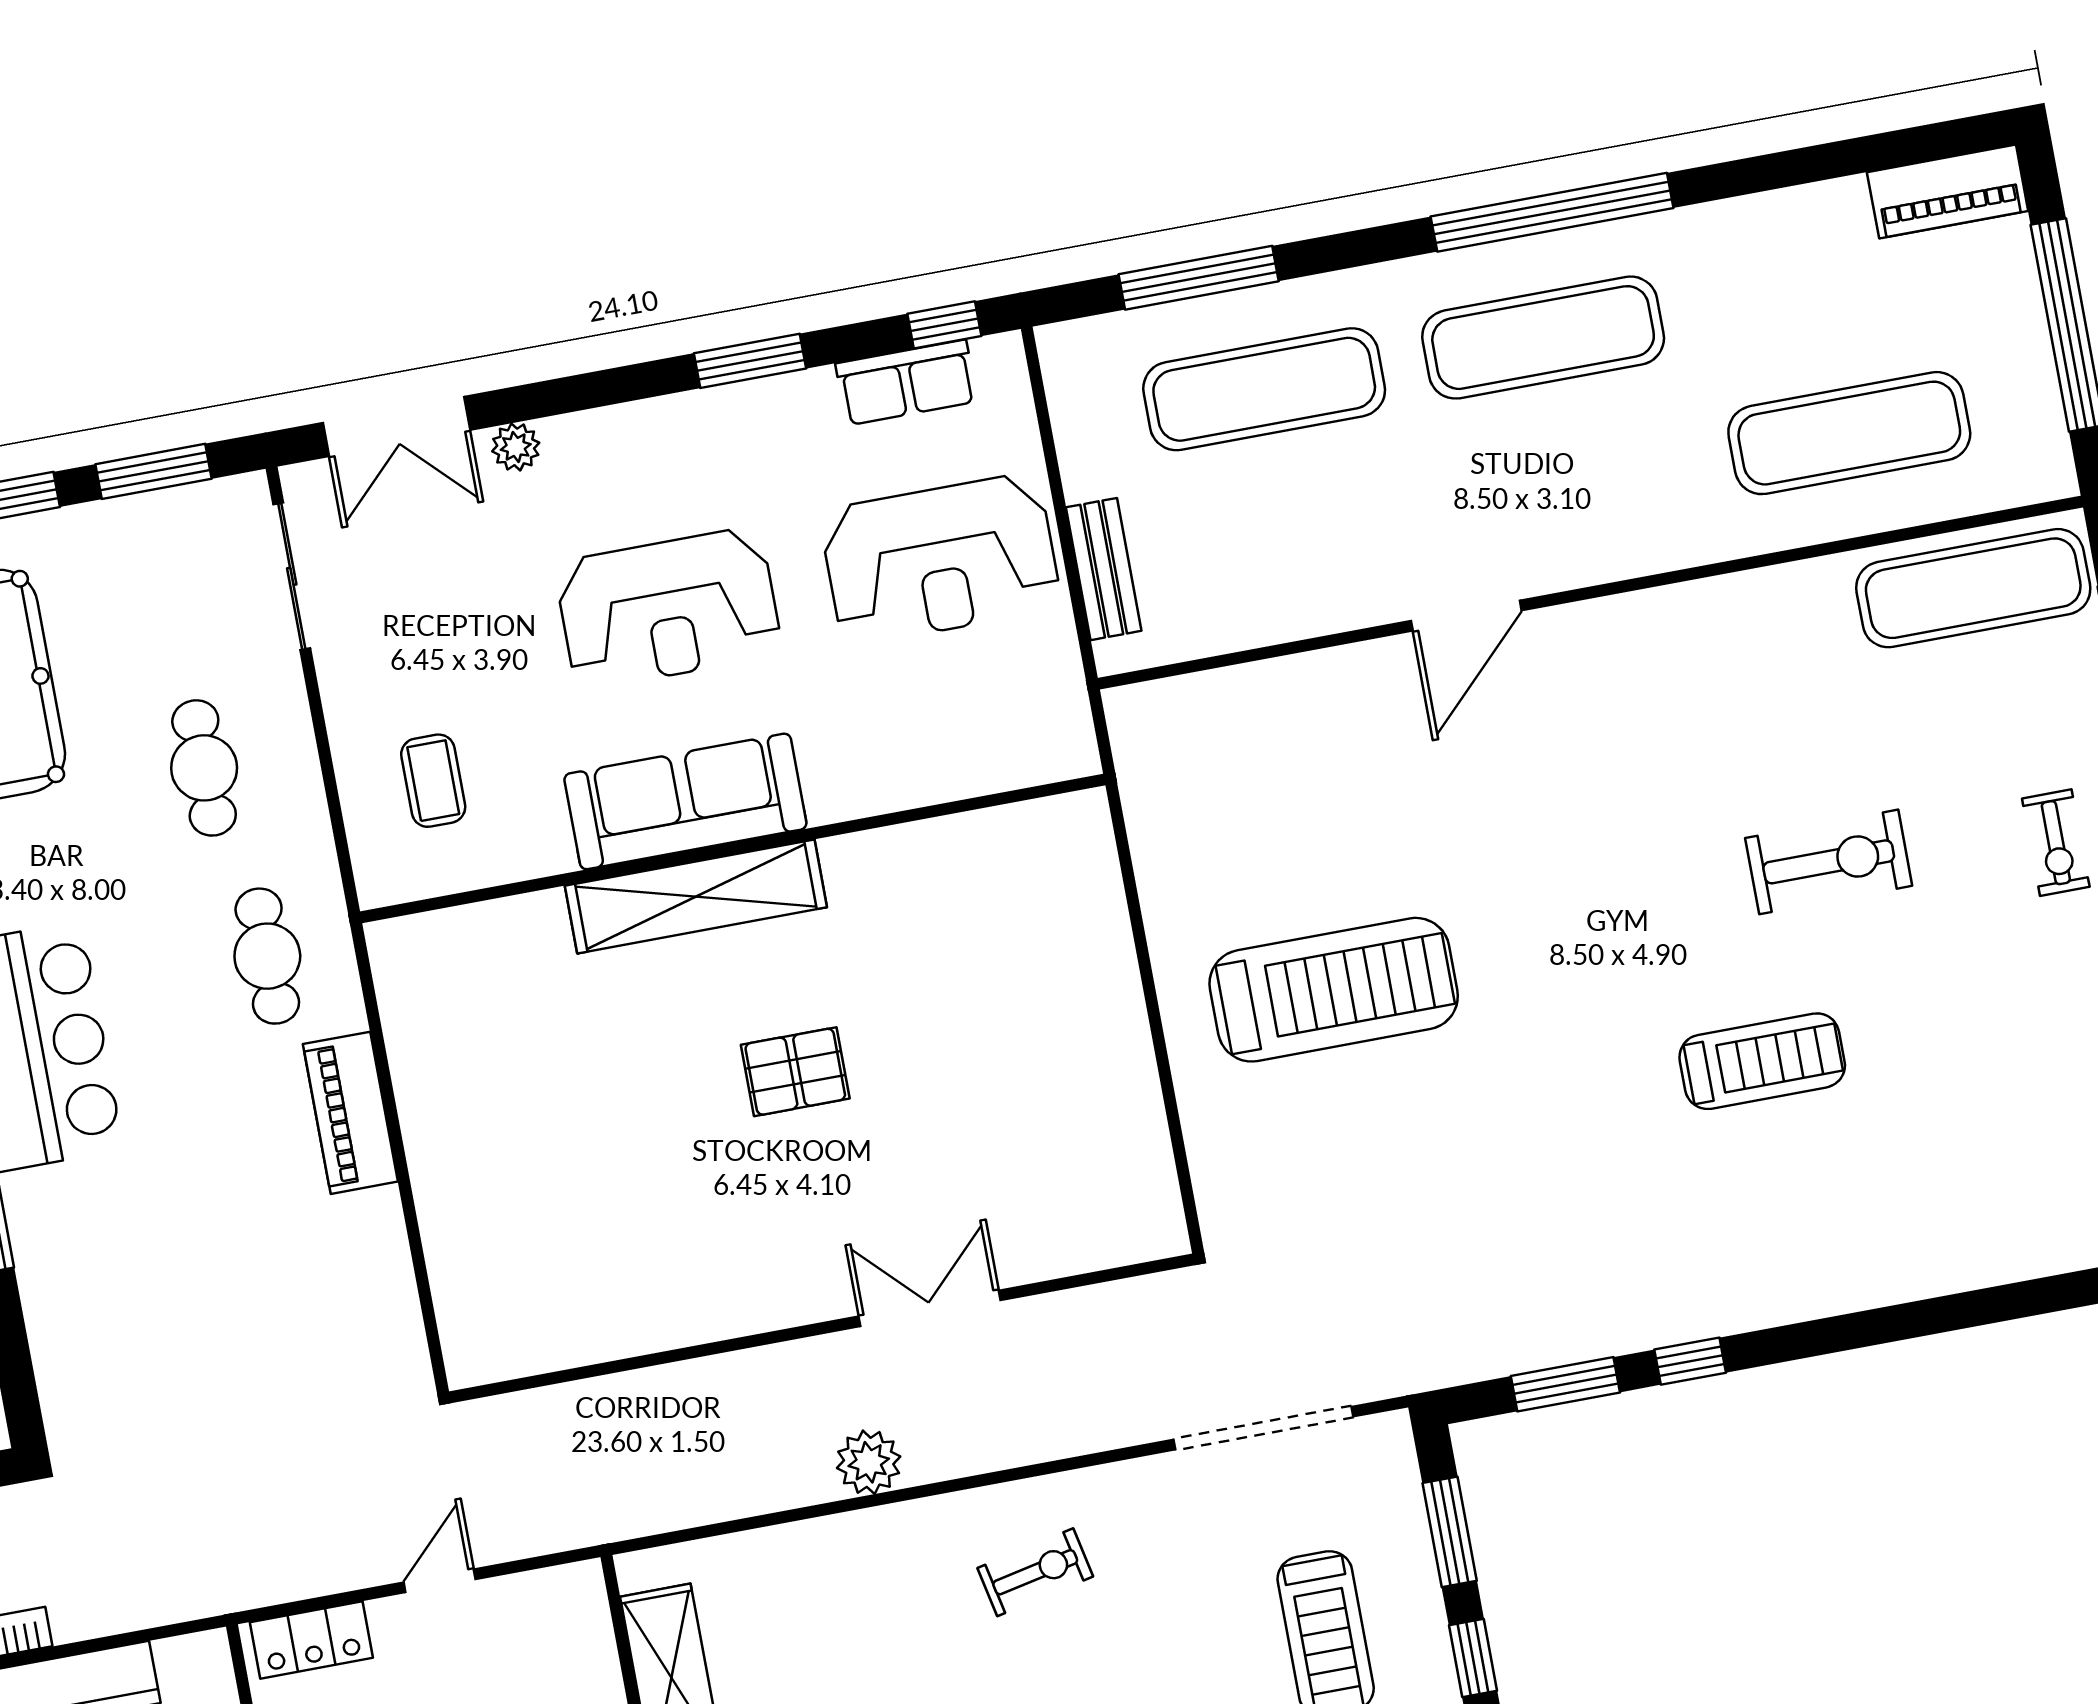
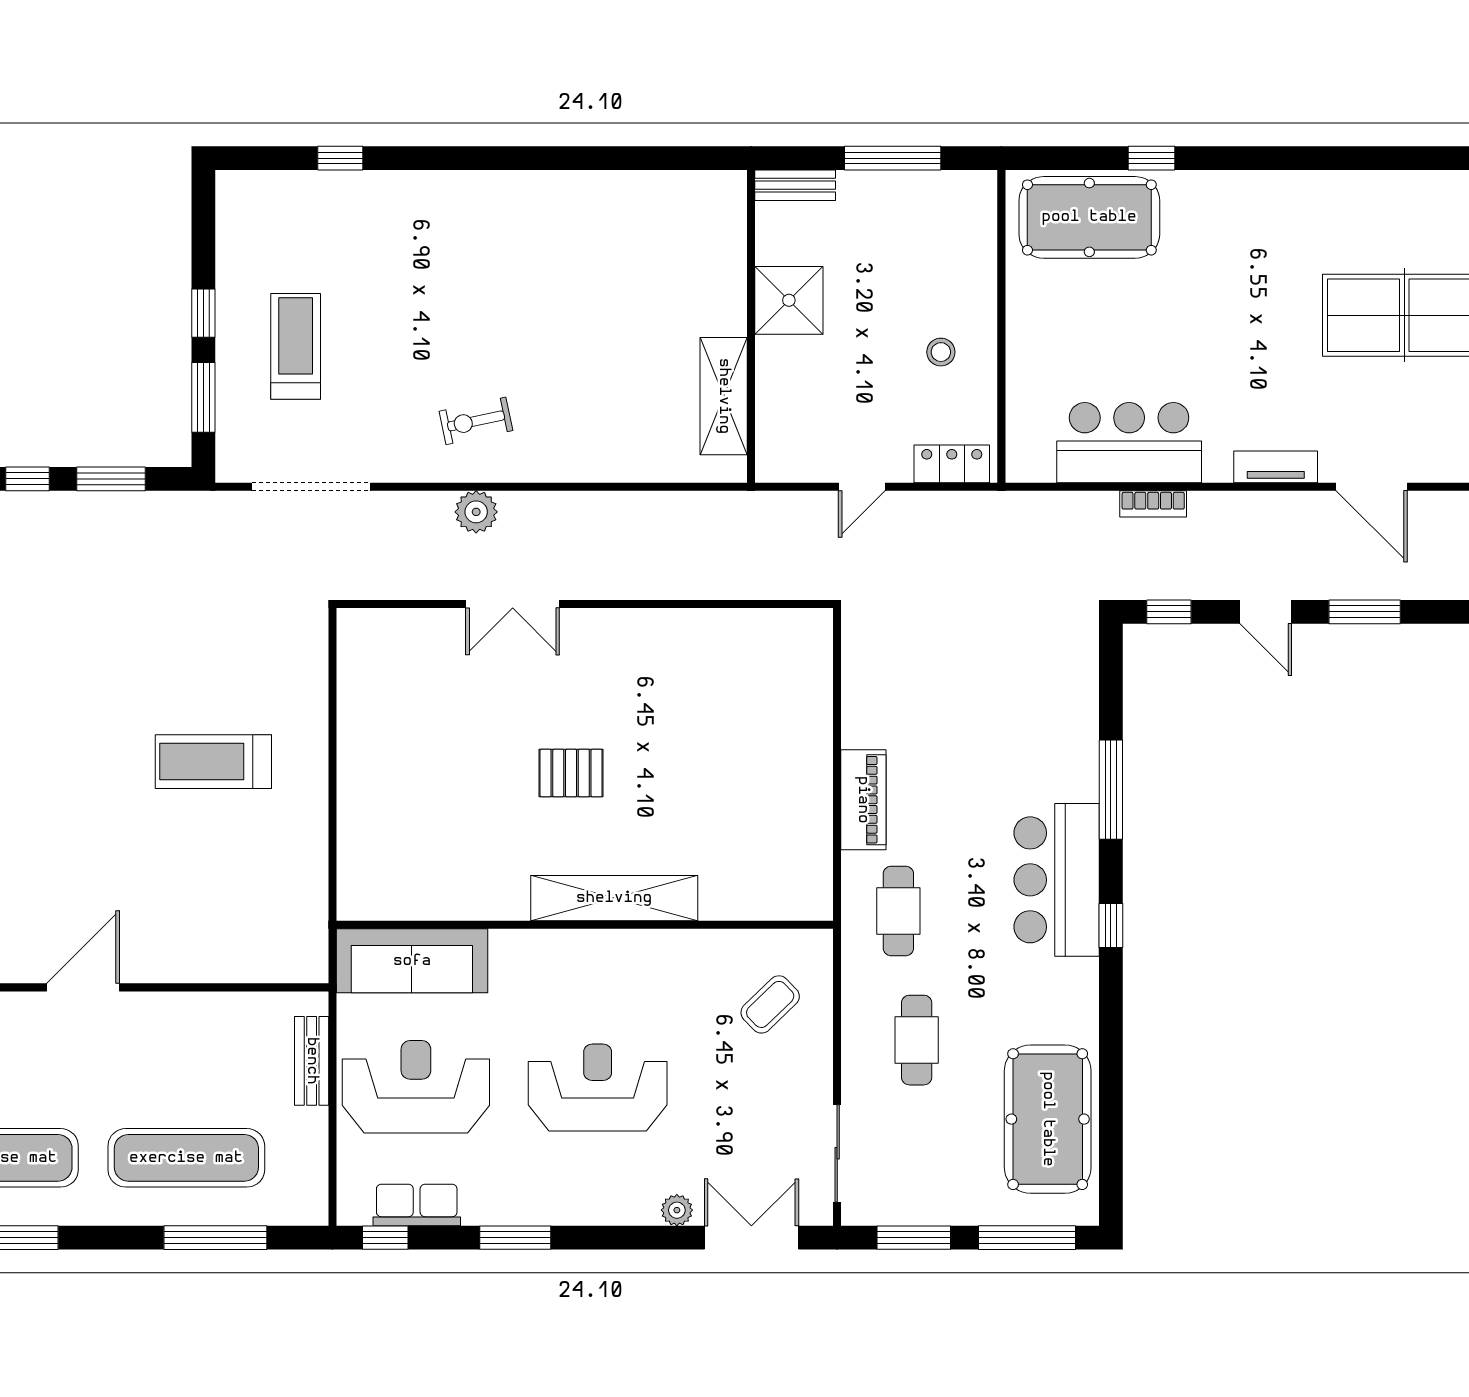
coffee table: (433, 781) -> (770, 1004), turned 46
sofa: (685, 801) -> (412, 961), moved
treadmill: (1334, 990) -> (213, 762), width x0.73, depth x0.73
plant: (869, 1462) -> (476, 512), moved

